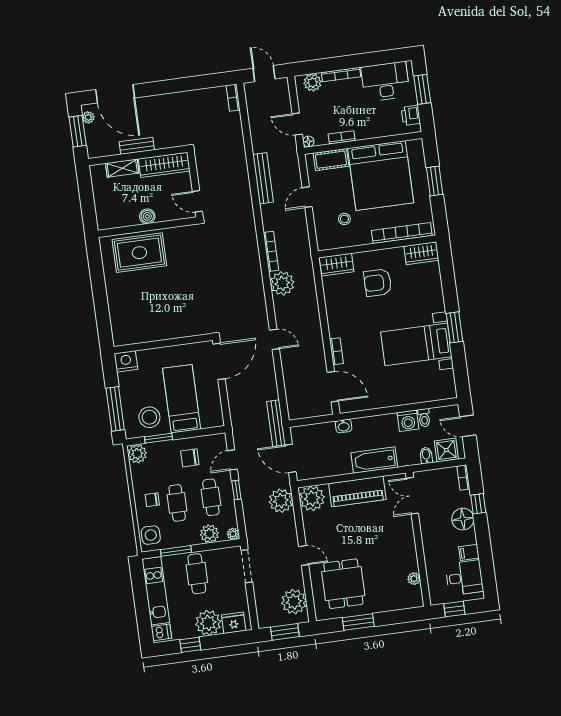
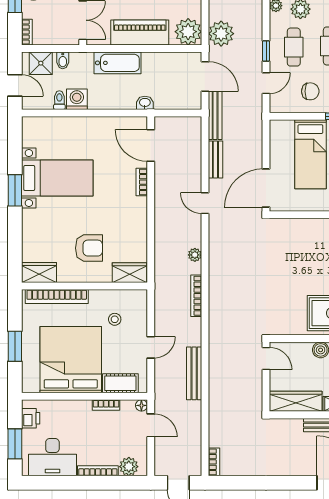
plant: (282, 283) -> (195, 255), width x0.53, depth x0.53
bench: (270, 382) -> (215, 160), added

